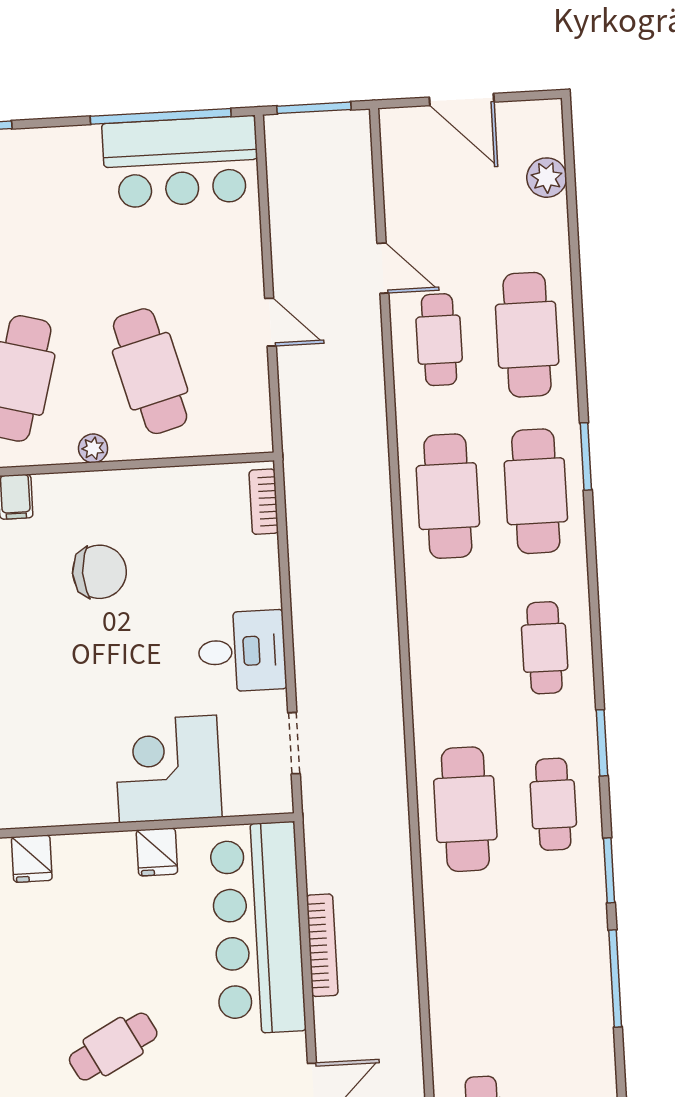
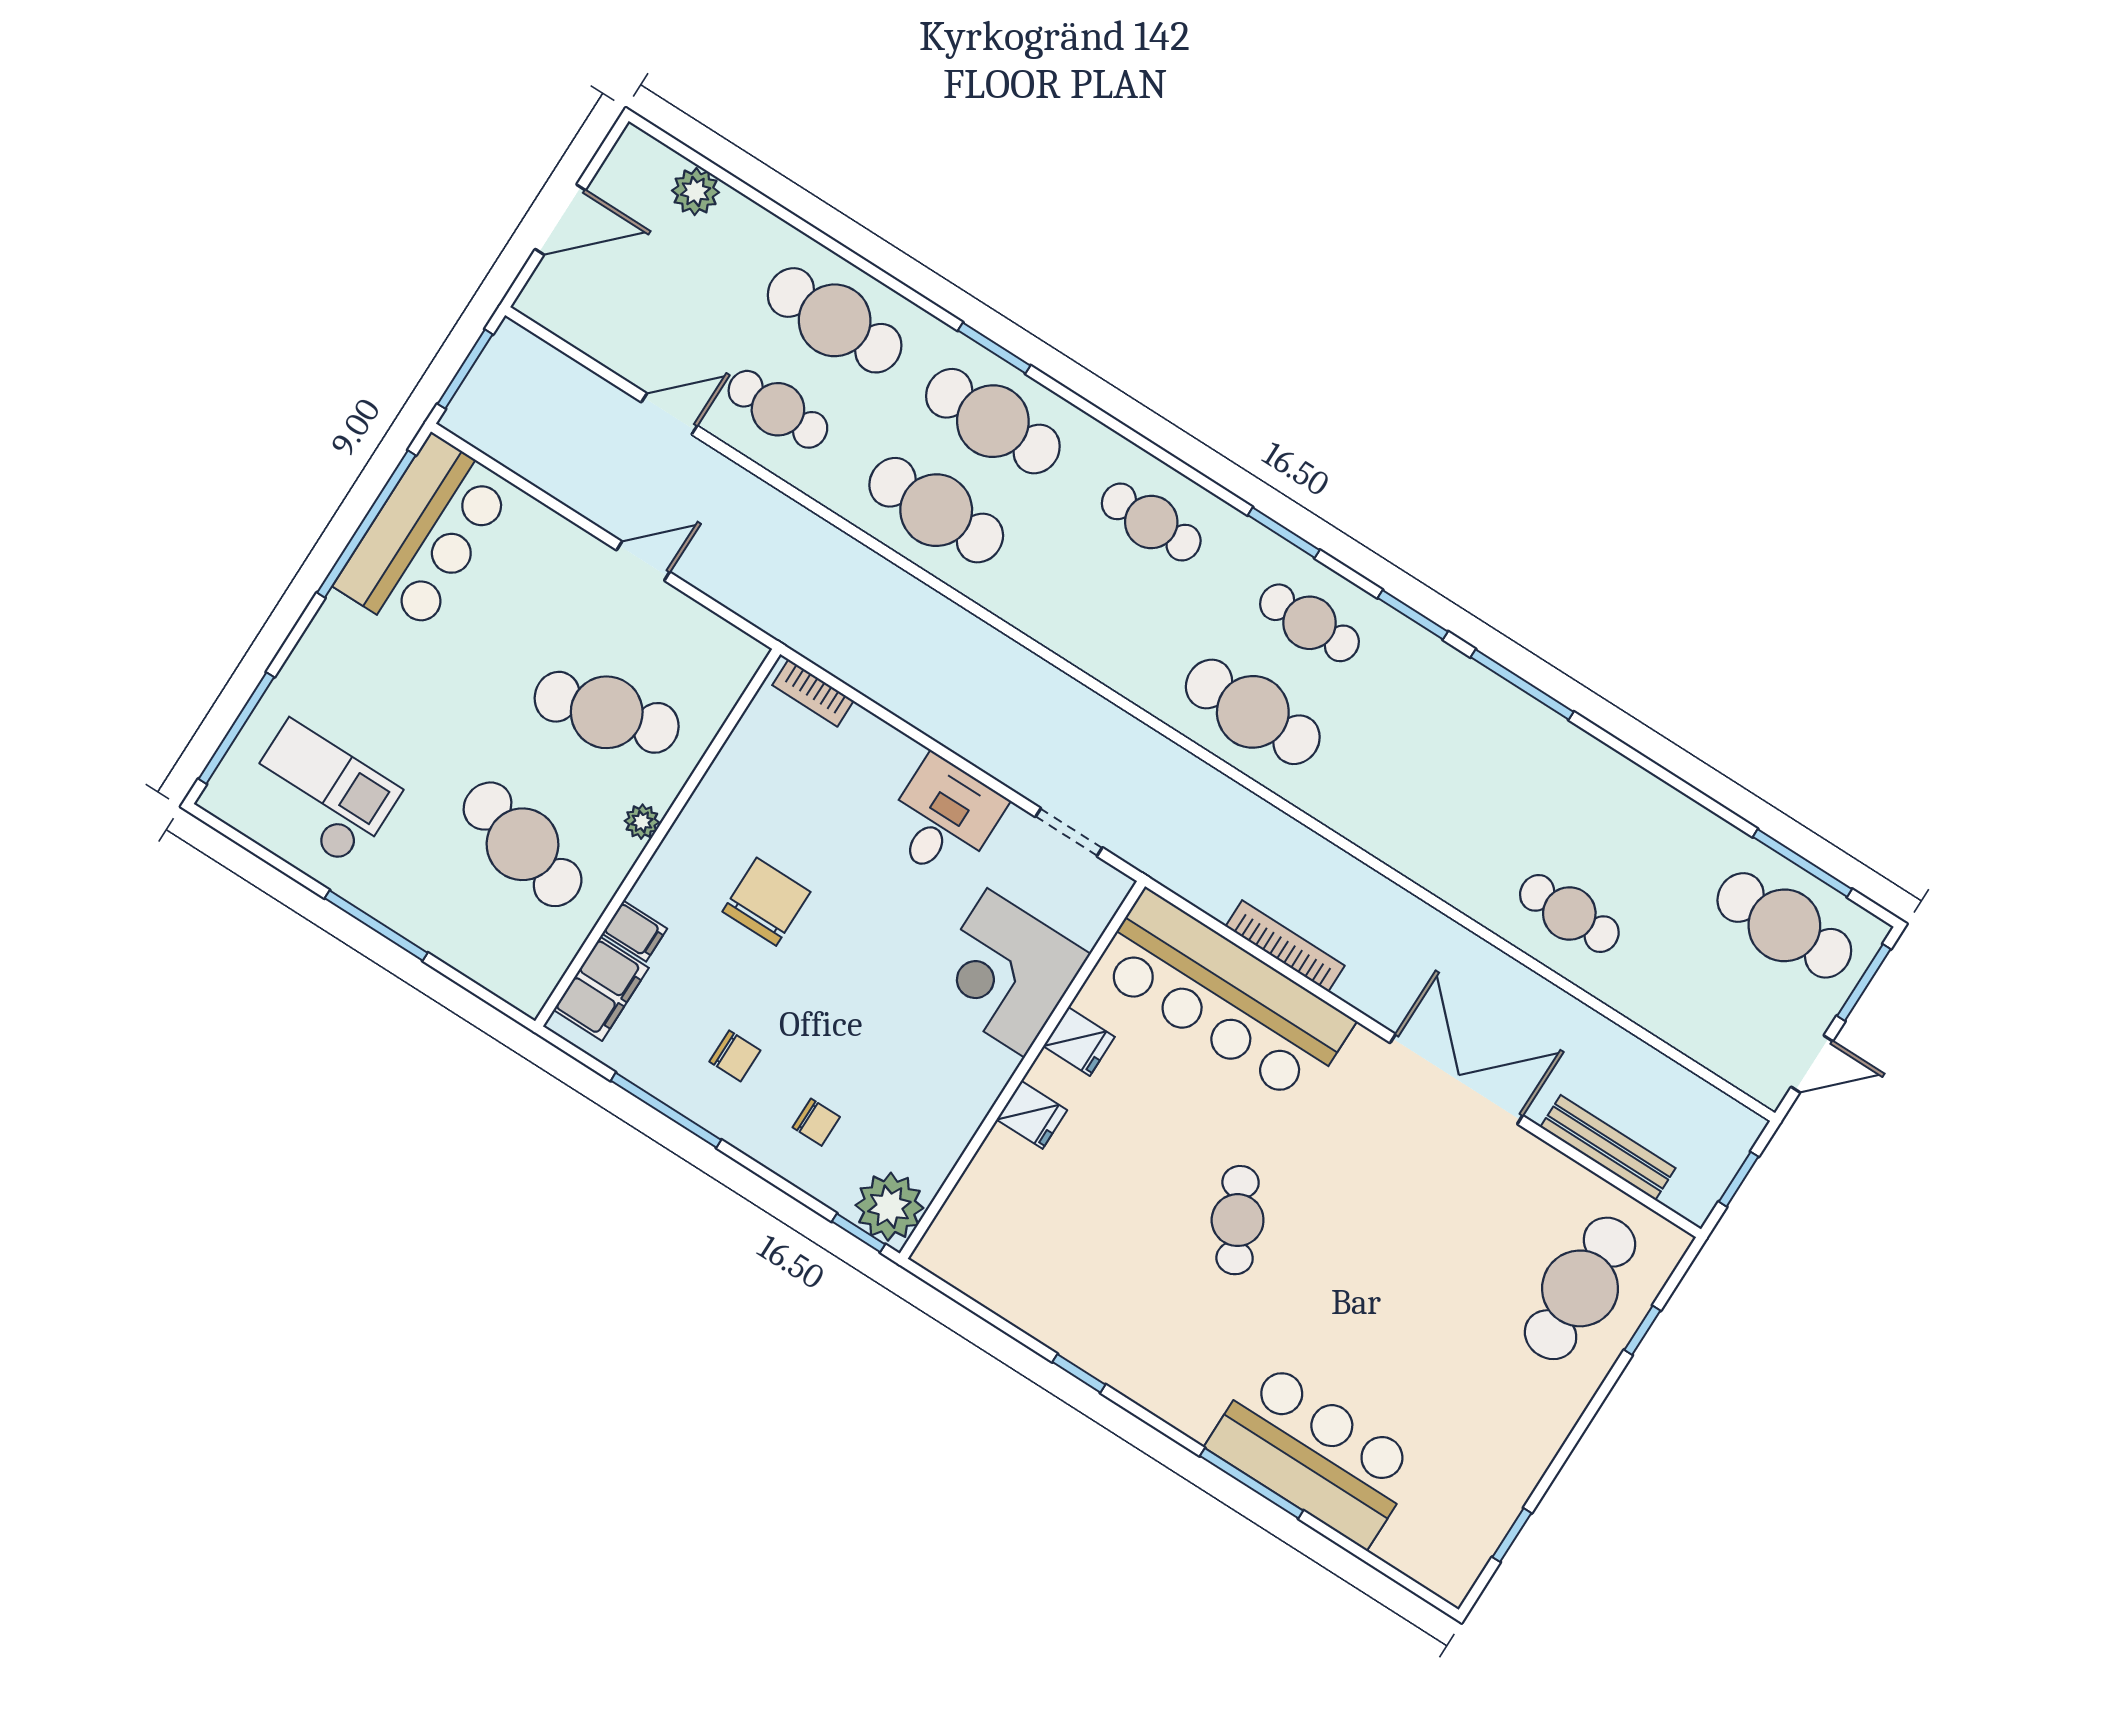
fridge: (32, 859) -> (1032, 1115), moved

